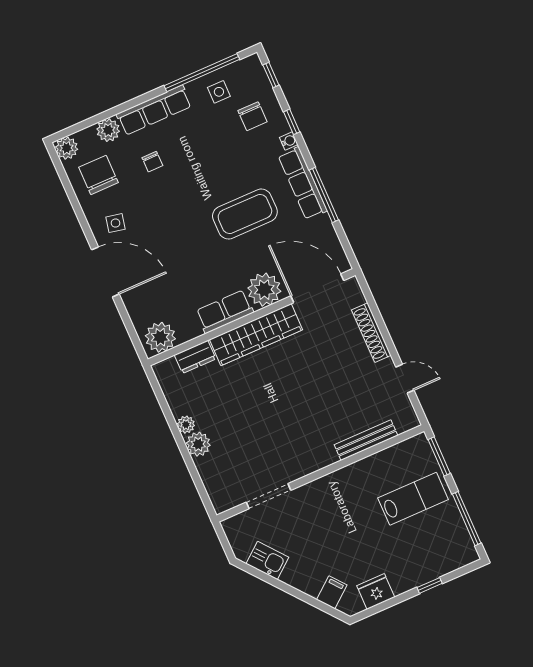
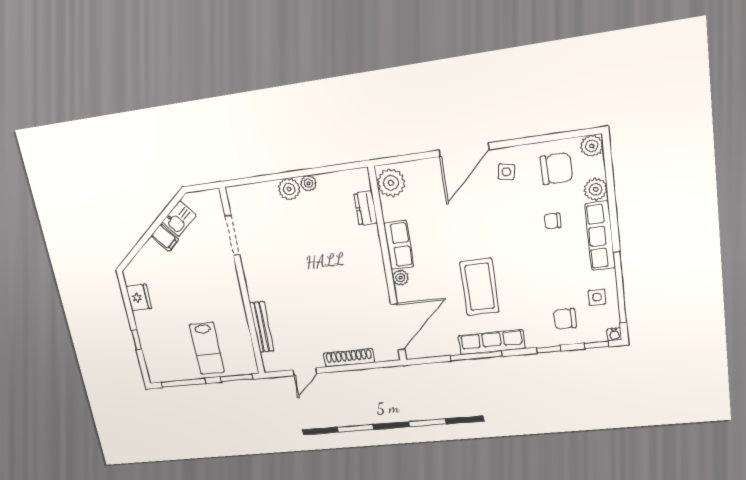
water cooler: (289, 141) -> (614, 334), moved
plant: (264, 290) -> (401, 278), width x0.53, depth x0.53
wardrobe: (256, 335) -> (372, 265), removed
filing cabinet: (332, 592) -> (165, 238), moved

